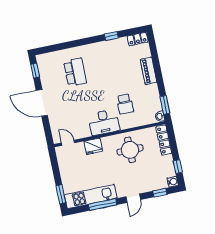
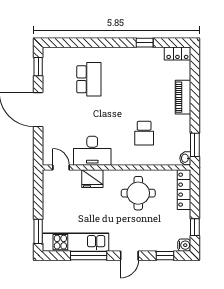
desk: (104, 122) -> (92, 151), moved

